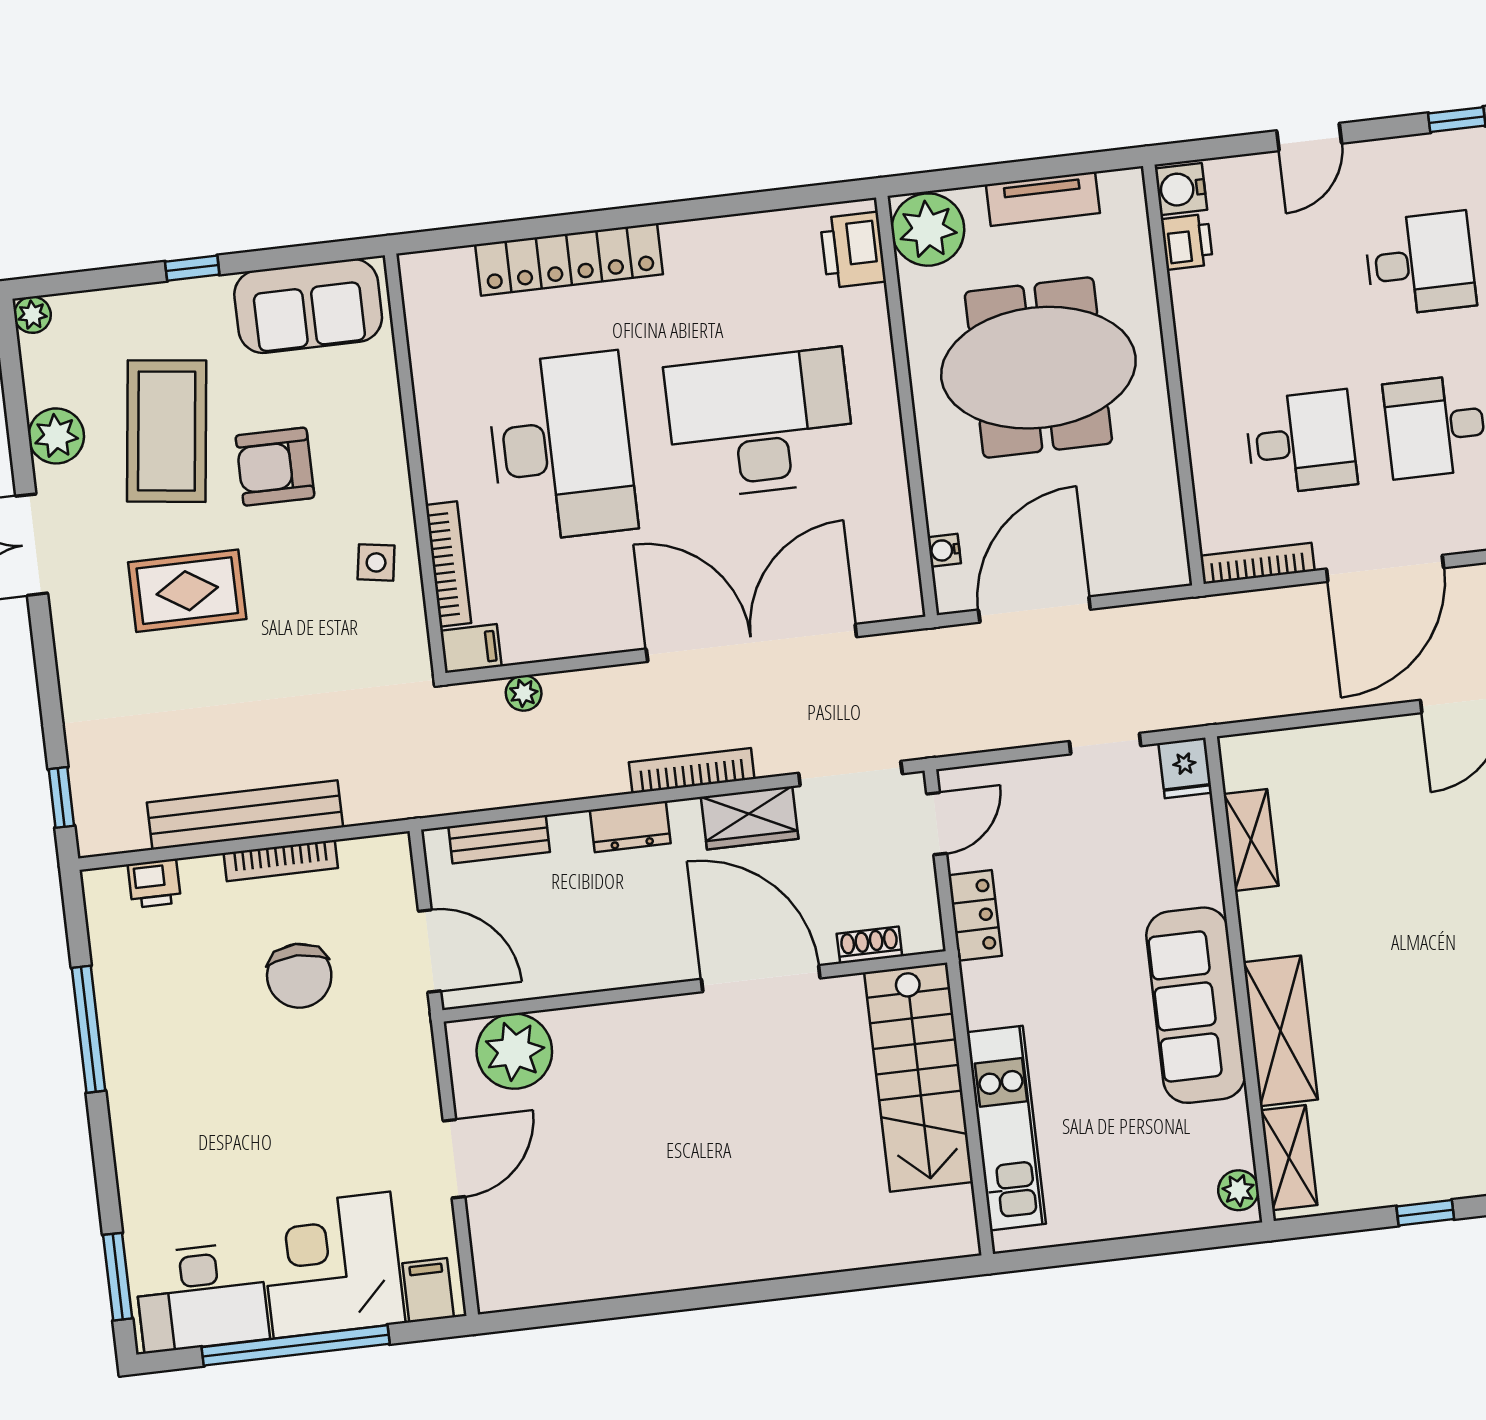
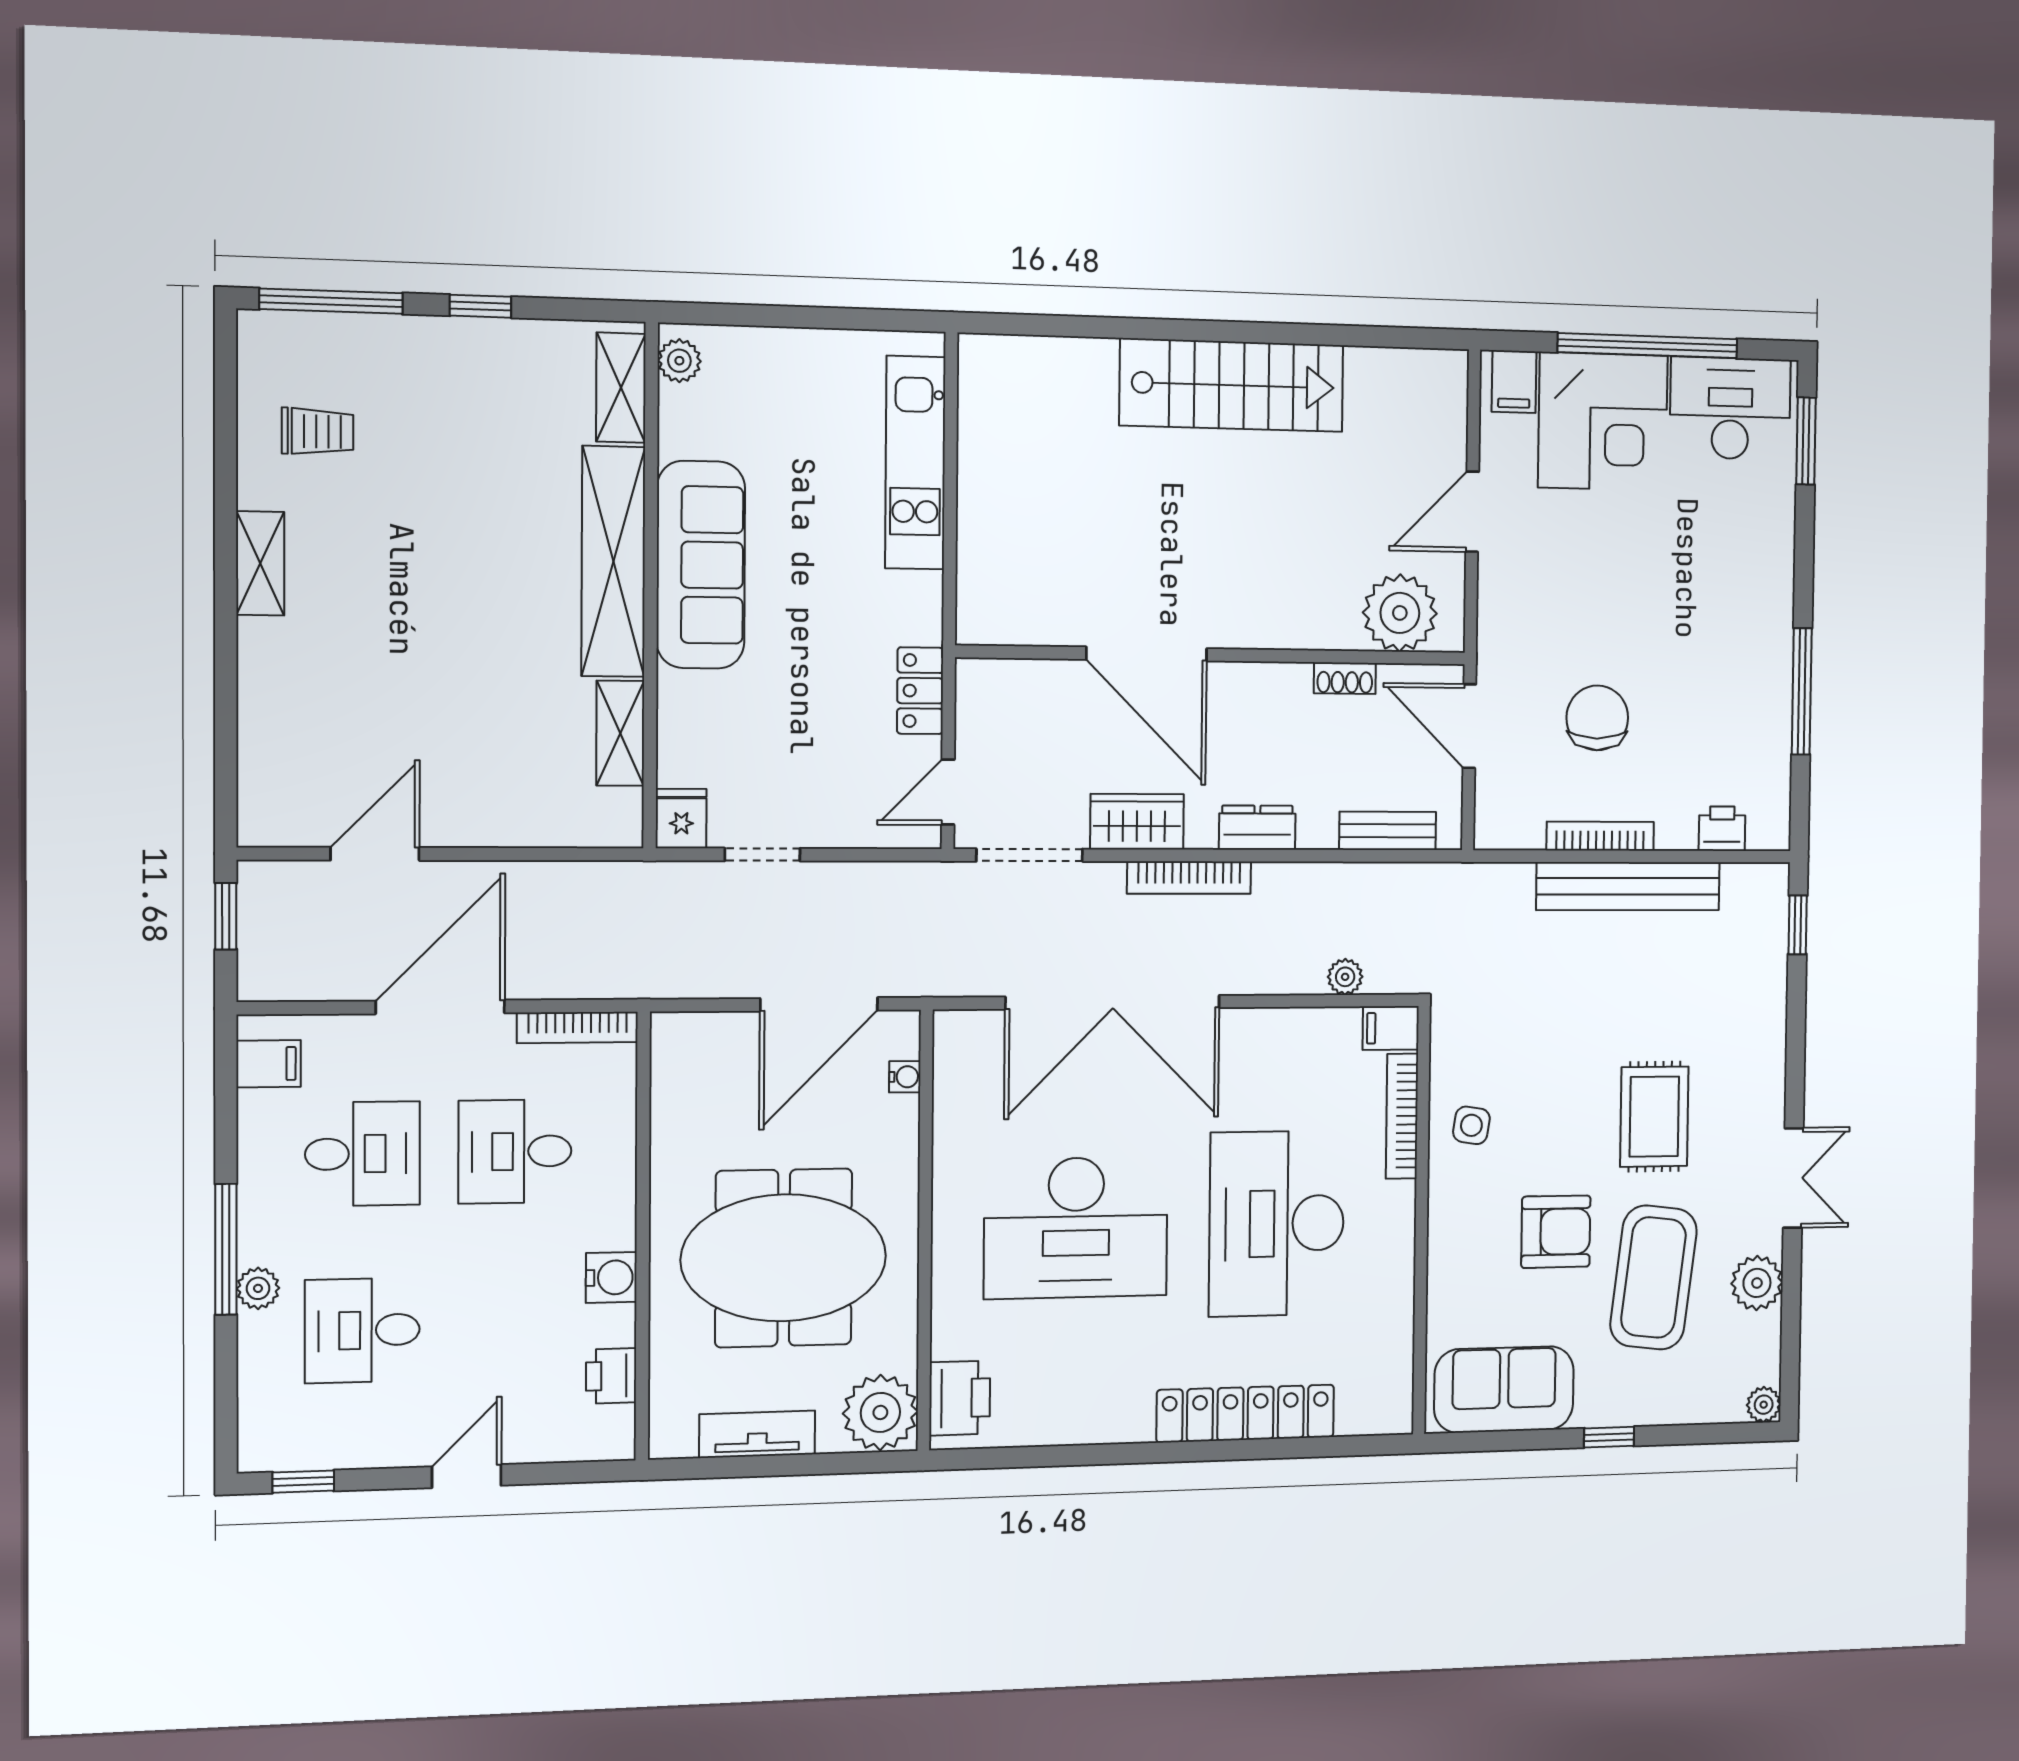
water cooler: (1181, 189) -> (611, 1277), moved
rug: (187, 591) -> (1654, 1117), turned 90
shoe rack: (869, 945) -> (1345, 678), moved
shelving: (1281, 1031) -> (613, 562), width x1.47
stairs: (919, 1077) -> (1232, 385), moved, turned 90

